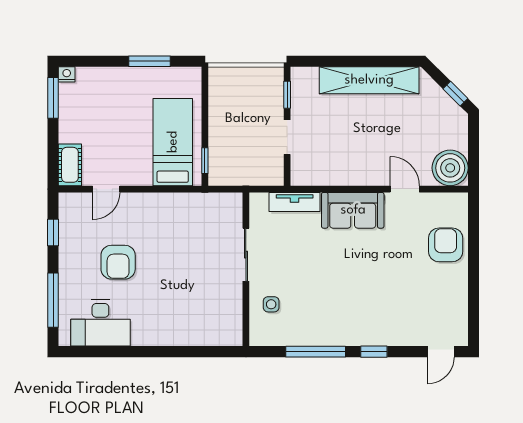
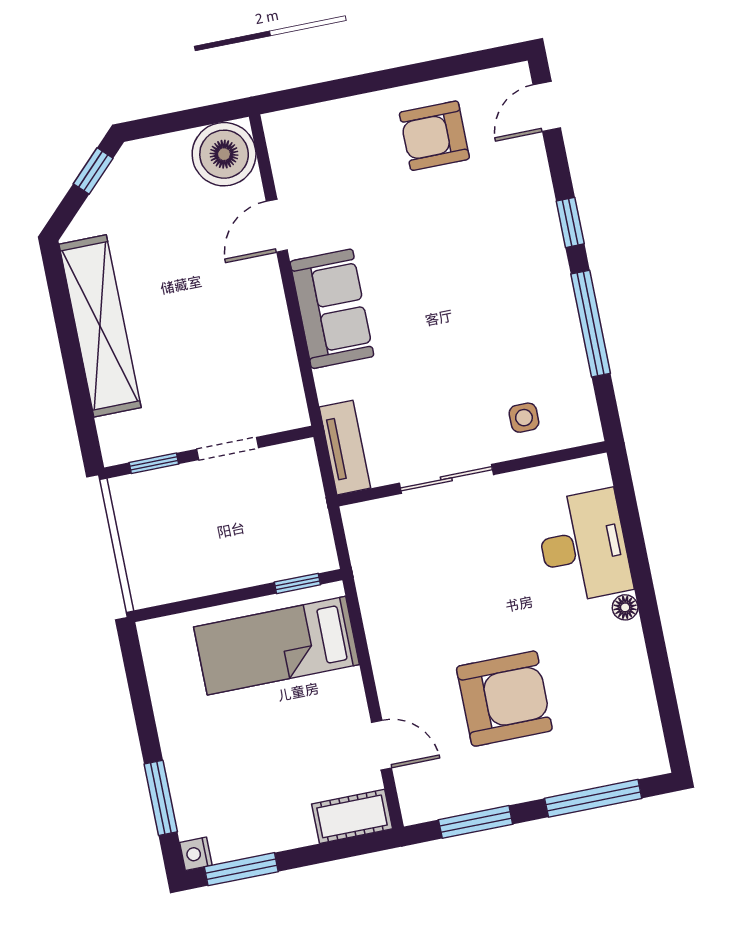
window: (149, 61) -> (161, 798), moved
tv unit: (295, 202) -> (345, 448), moved
window: (53, 232) -> (476, 822), width x1.50
armchair: (446, 245) -> (434, 136), moved
armchair: (118, 262) -> (504, 699), width x1.36, depth x1.36
desk: (100, 323) -> (584, 546), moved
floor lamp: (155, 339) -> (625, 607), added
door: (441, 352) -> (547, 106), swing flipped

